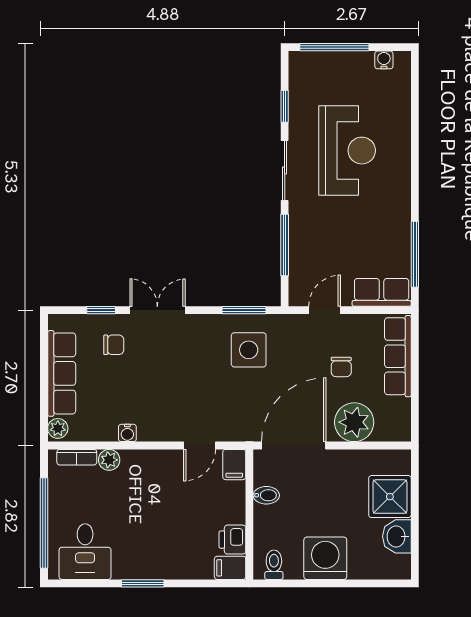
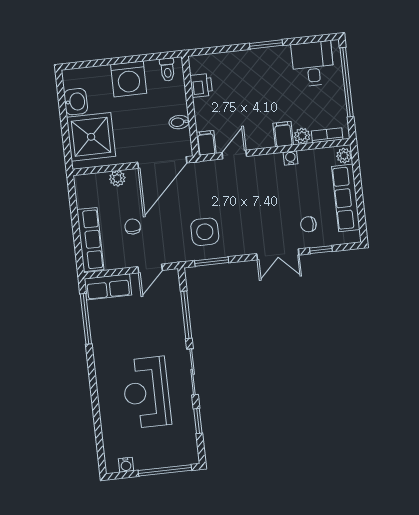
plant: (354, 422) -> (117, 178), width x0.53, depth x0.53
shower: (390, 497) -> (91, 137), width x1.37, depth x1.37
filing cabinet: (230, 568) -> (283, 134), moved, turned -90

